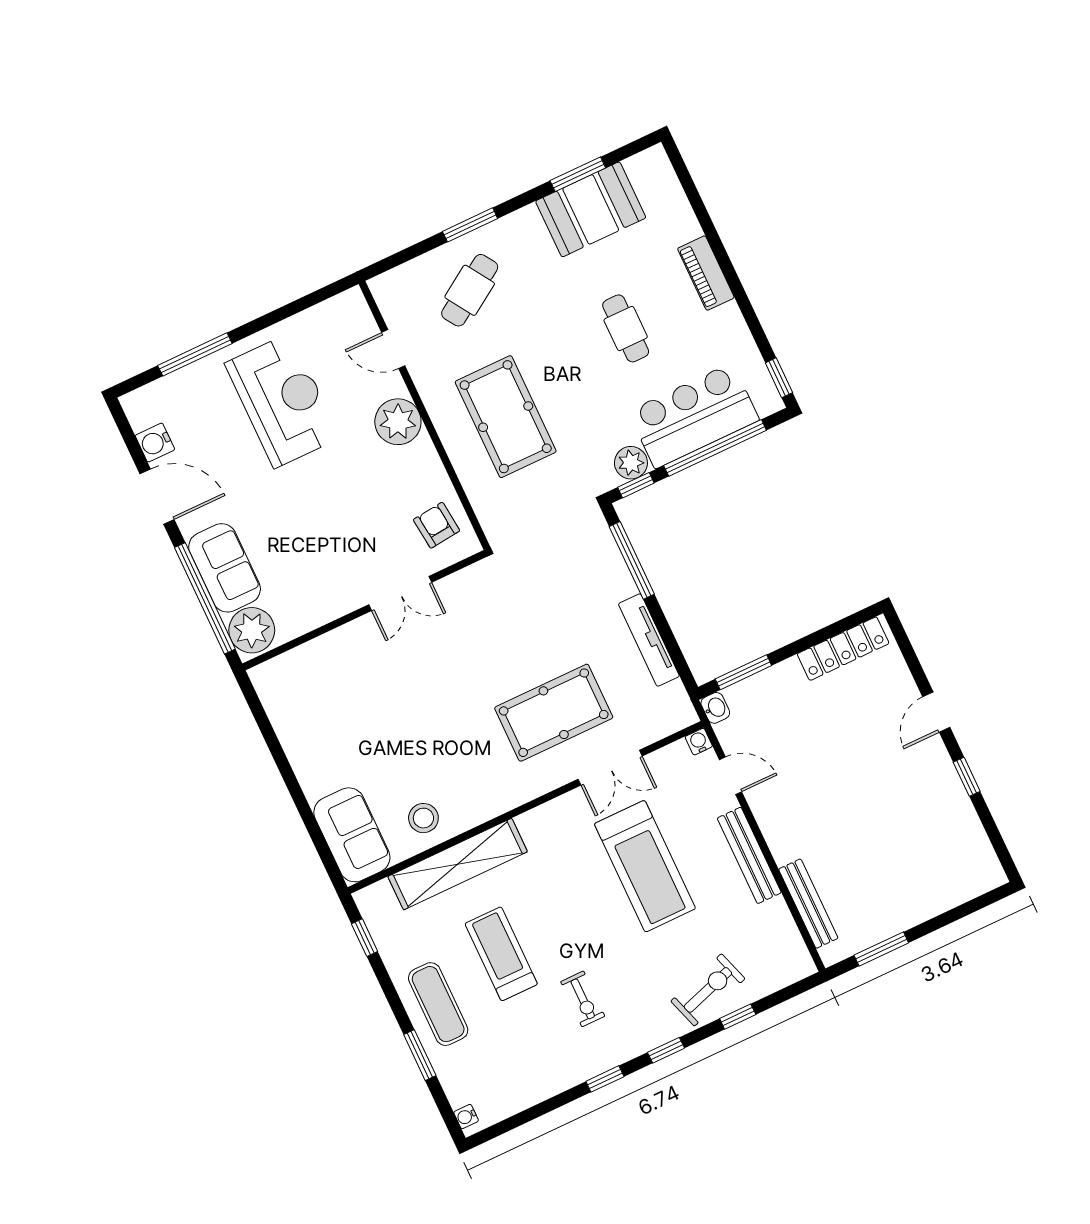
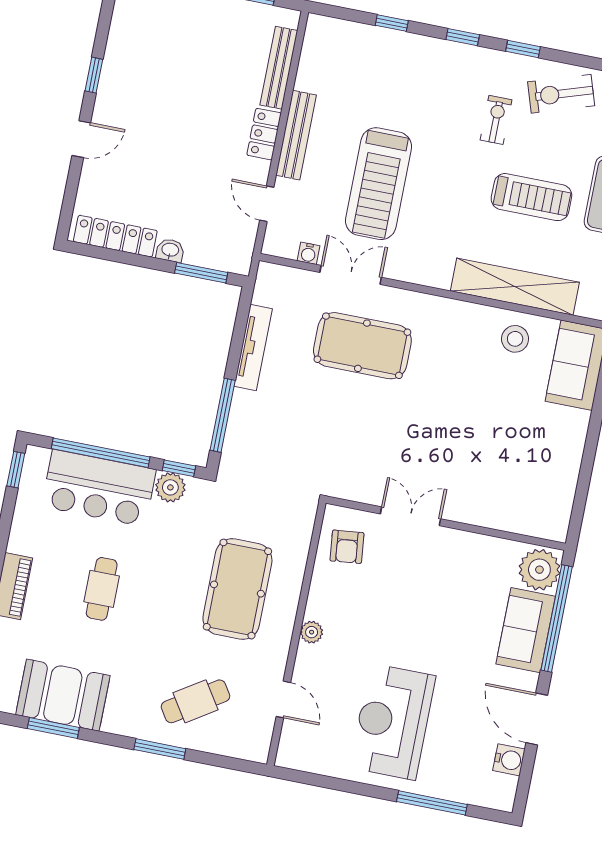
plant: (398, 422) -> (312, 632), width x0.53, depth x0.53
washbasin: (715, 708) -> (170, 250), moved, turned 90
water cooler: (699, 742) -> (308, 253), moved
locker: (778, 835) -> (264, 134), added
treadmill: (645, 866) -> (379, 184), turned 180
treadmill: (501, 954) -> (531, 197), turned -90
exercise bike: (708, 990) -> (561, 94), moved

